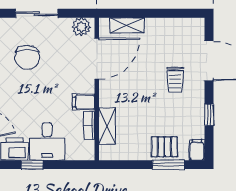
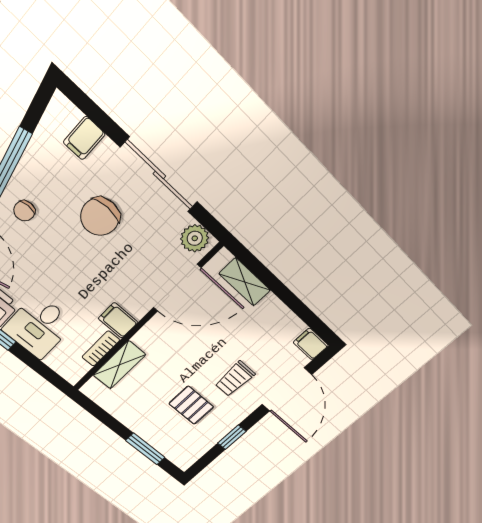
sliding door: (37, 13) -> (159, 175), width x1.37
pallet: (164, 147) -> (191, 405), moved
filing cabinet: (197, 150) -> (311, 344), moved, turned -90

